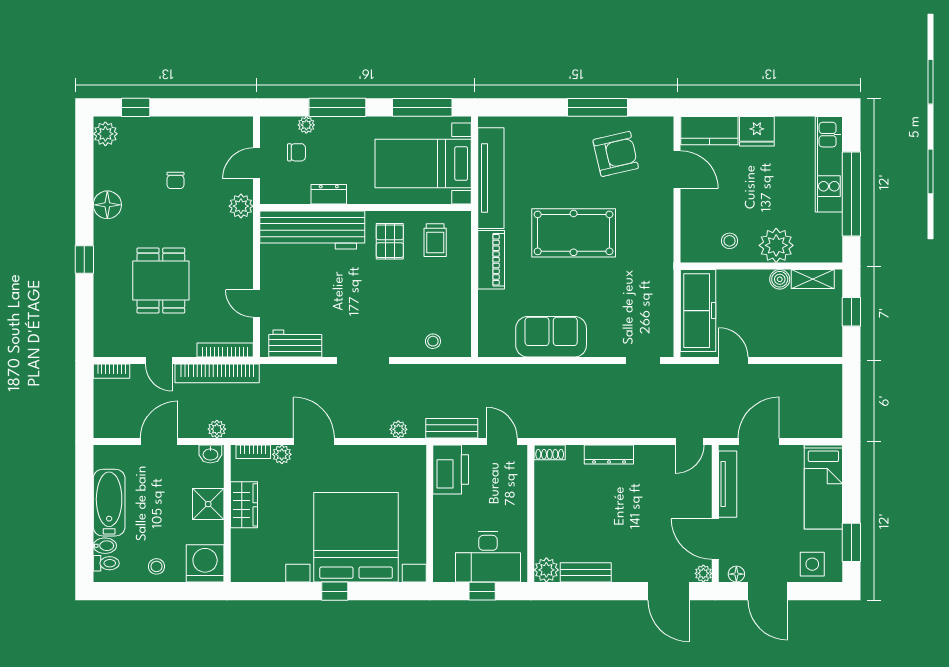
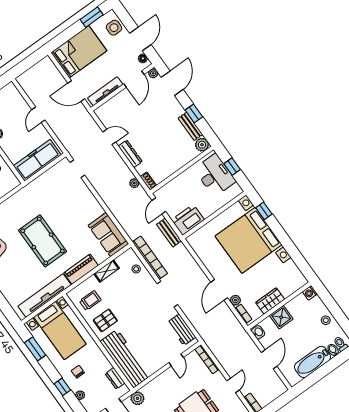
window: (337, 107) -> (62, 387), width x0.46
window: (422, 107) -> (35, 349), width x0.69
chair: (296, 152) -> (78, 372), moved
dresser: (329, 194) -> (115, 378), moved
shelving: (461, 295) -> (107, 271), added
sofa: (551, 337) -> (108, 234), moved
door: (733, 360) -> (38, 115), moved
bookcase: (217, 373) -> (150, 258), moved
plant: (217, 429) -> (245, 337), removed
plant: (398, 429) -> (134, 183), moved
door: (159, 441) -> (269, 359), swing flipped
door: (690, 441) -> (109, 137), moved
bed: (823, 487) -> (79, 52), width x1.50
washing machine: (205, 563) -> (310, 293), width x0.53, depth x0.53
window: (335, 591) -> (264, 211), moved
window: (601, 591) -> (194, 113), added

